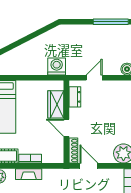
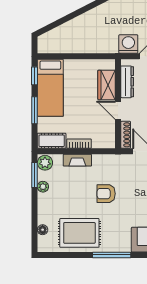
washing machine: (57, 66) -> (128, 44), moved
dresser: (75, 97) -> (127, 82), width x1.44

